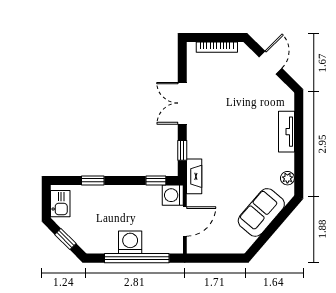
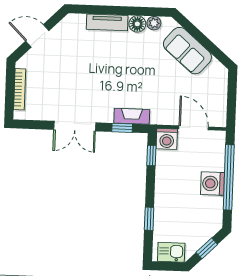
floor lamp: (286, 162) -> (137, 24), added
fireplace: (194, 176) -> (132, 116), moved

